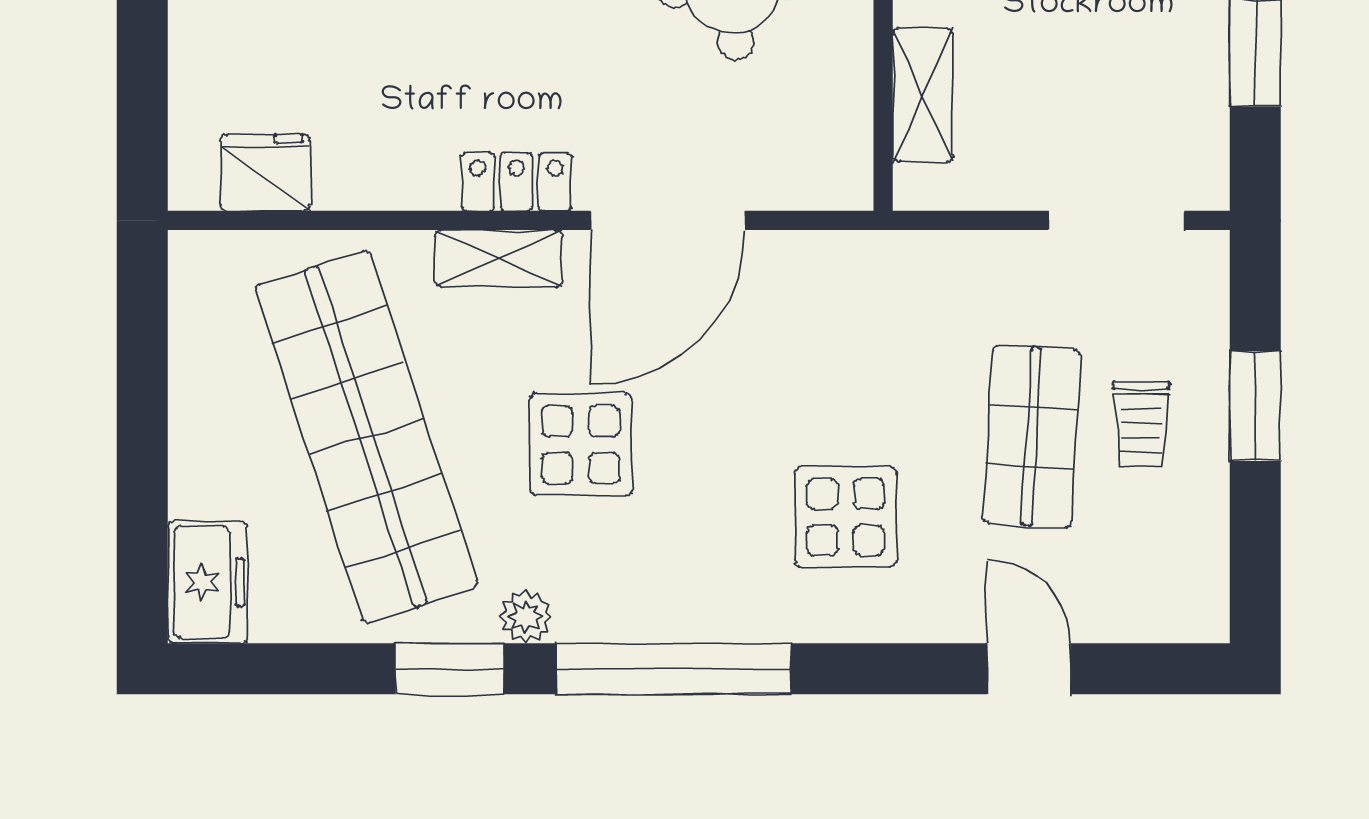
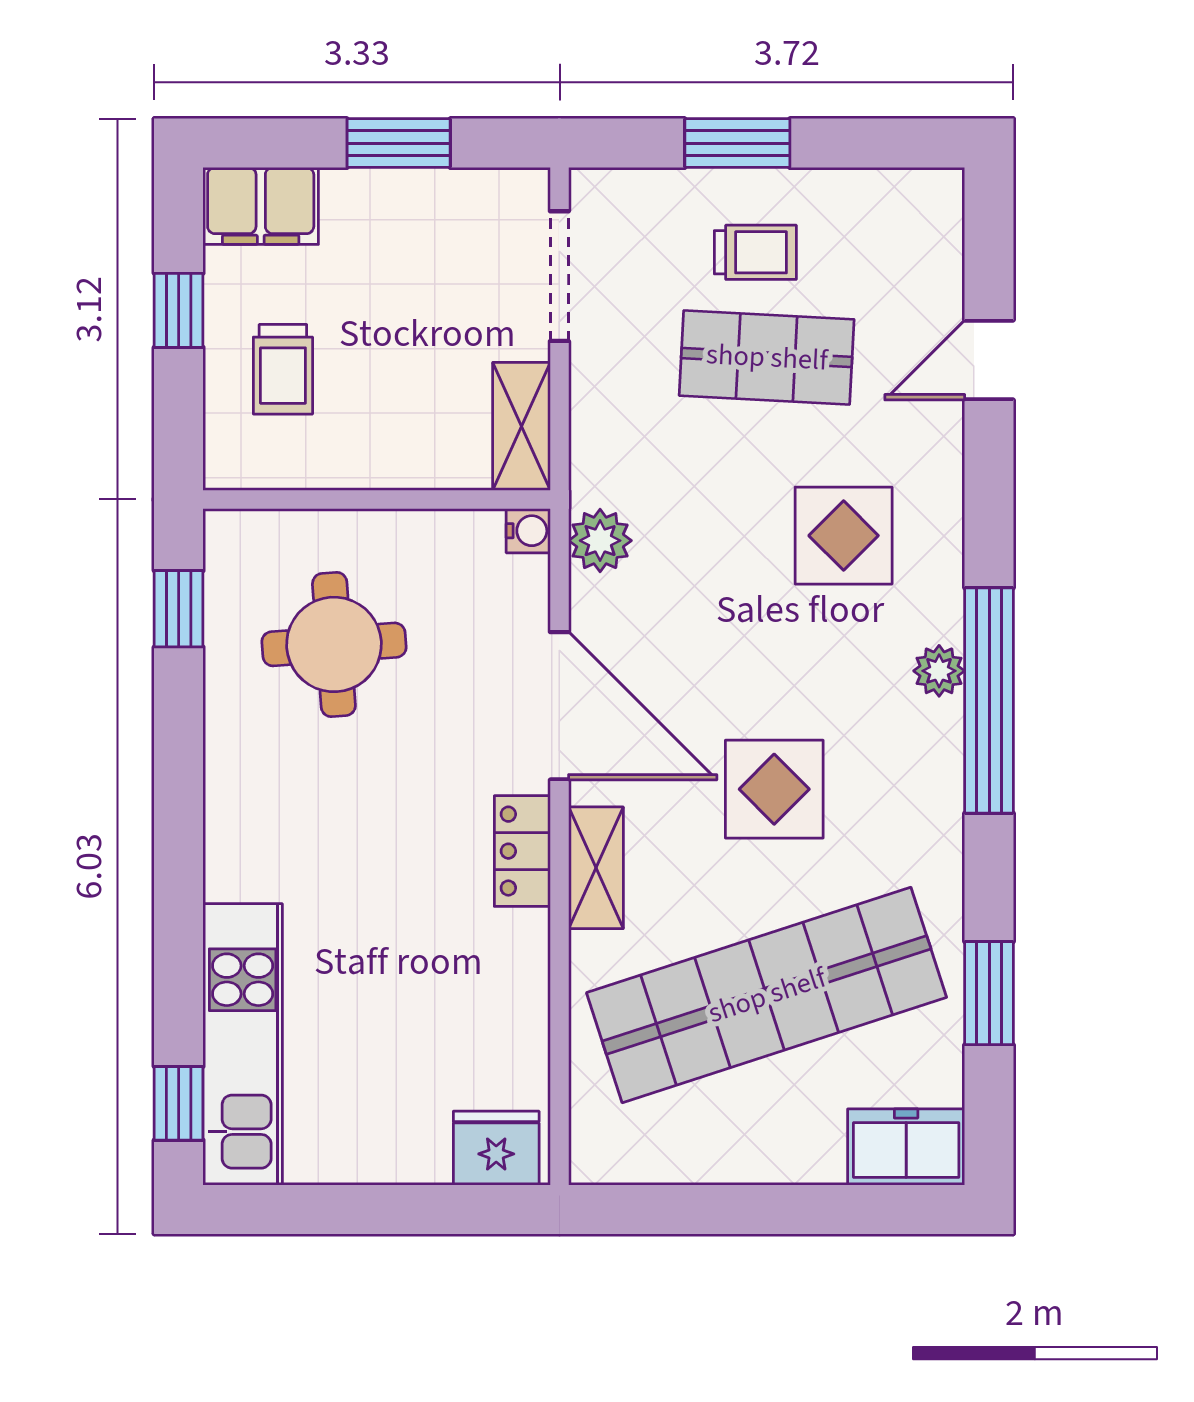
shelving: (923, 95) -> (521, 426), moved, turned 90
fridge: (265, 172) -> (496, 1148), moved, turned 90
water cooler: (851, 188) -> (528, 531), added
plant: (840, 263) -> (600, 541), added
plant: (526, 617) -> (939, 671), moved
window: (450, 669) -> (989, 993), moved

